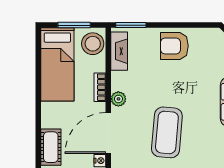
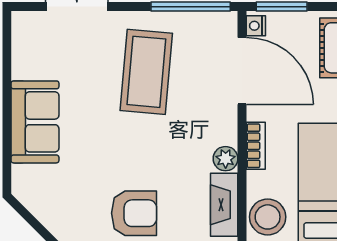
plant: (118, 99) -> (226, 159), moved
door: (108, 133) -> (242, 71), hinge flipped

